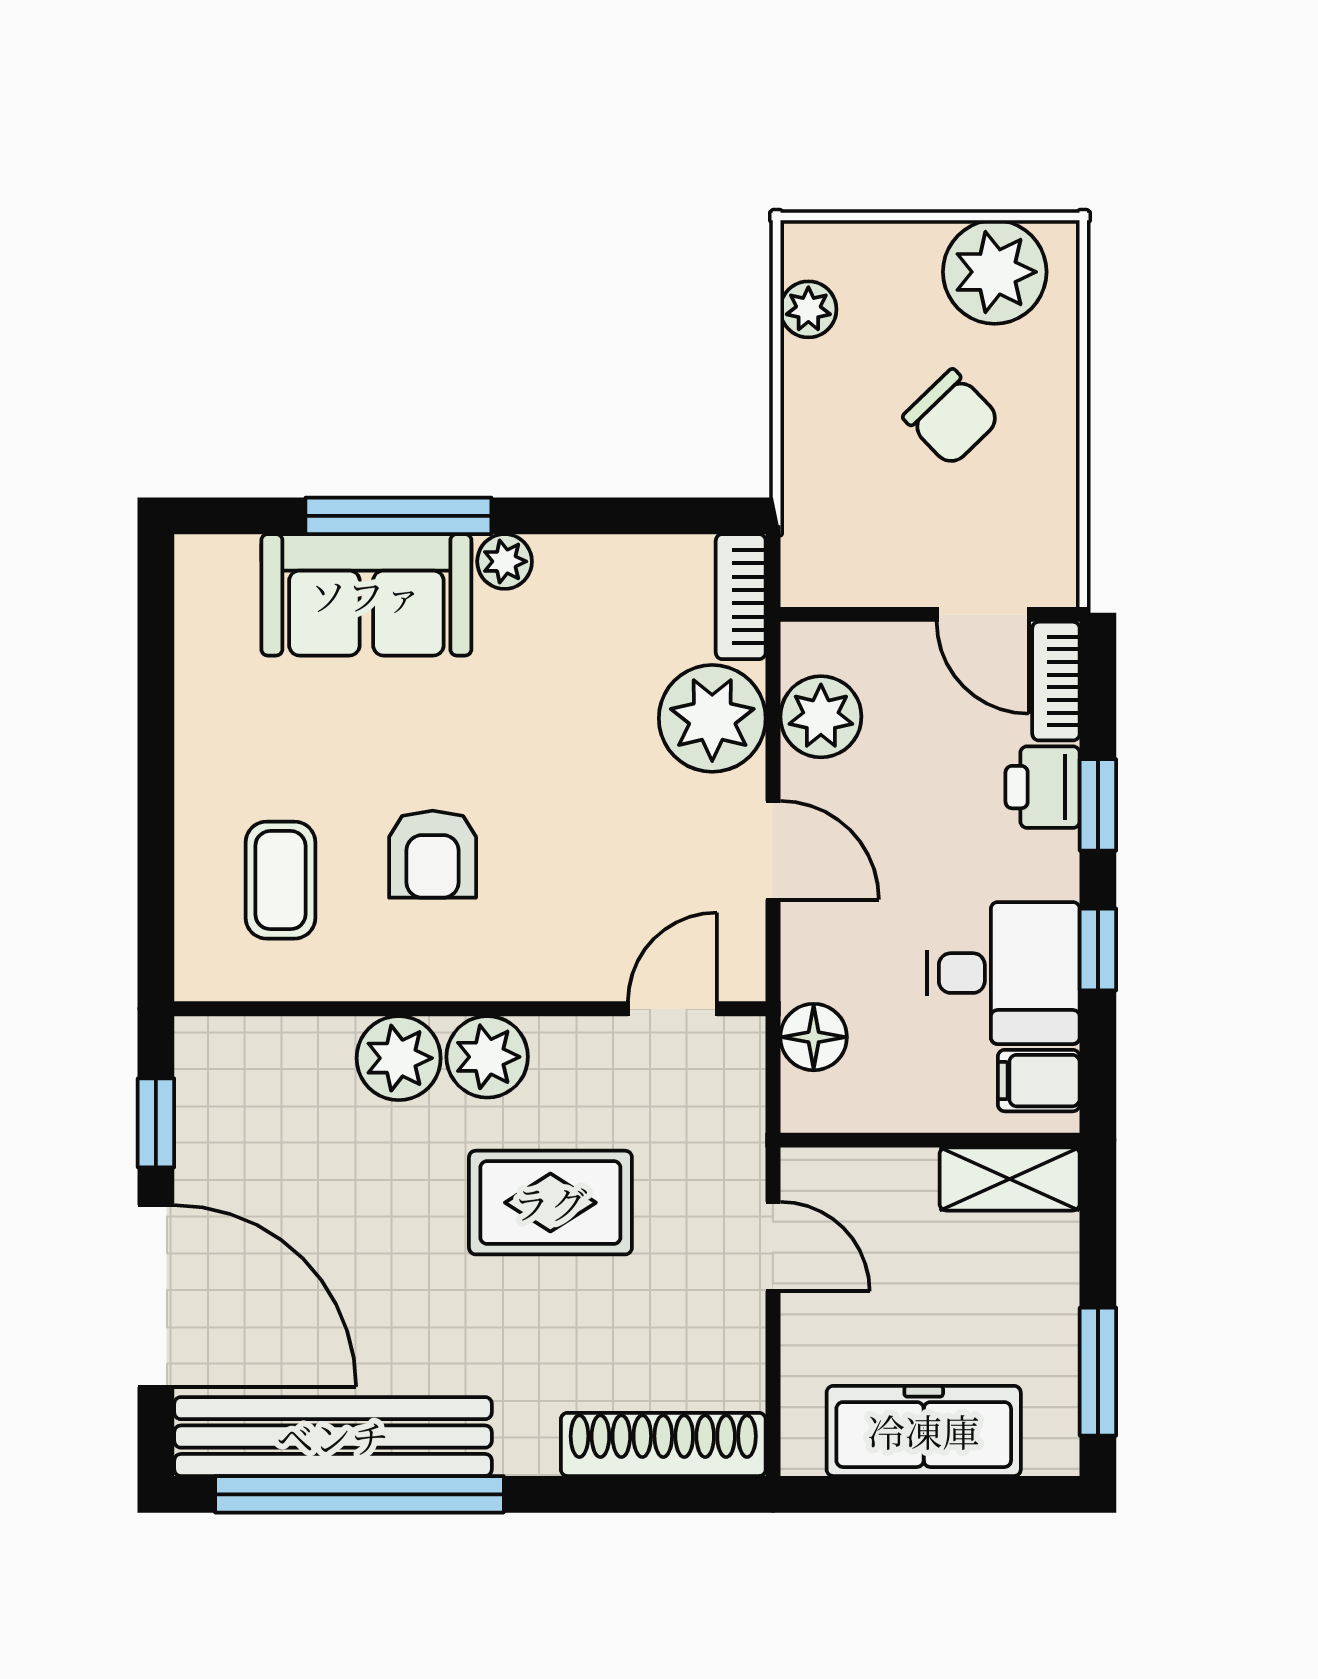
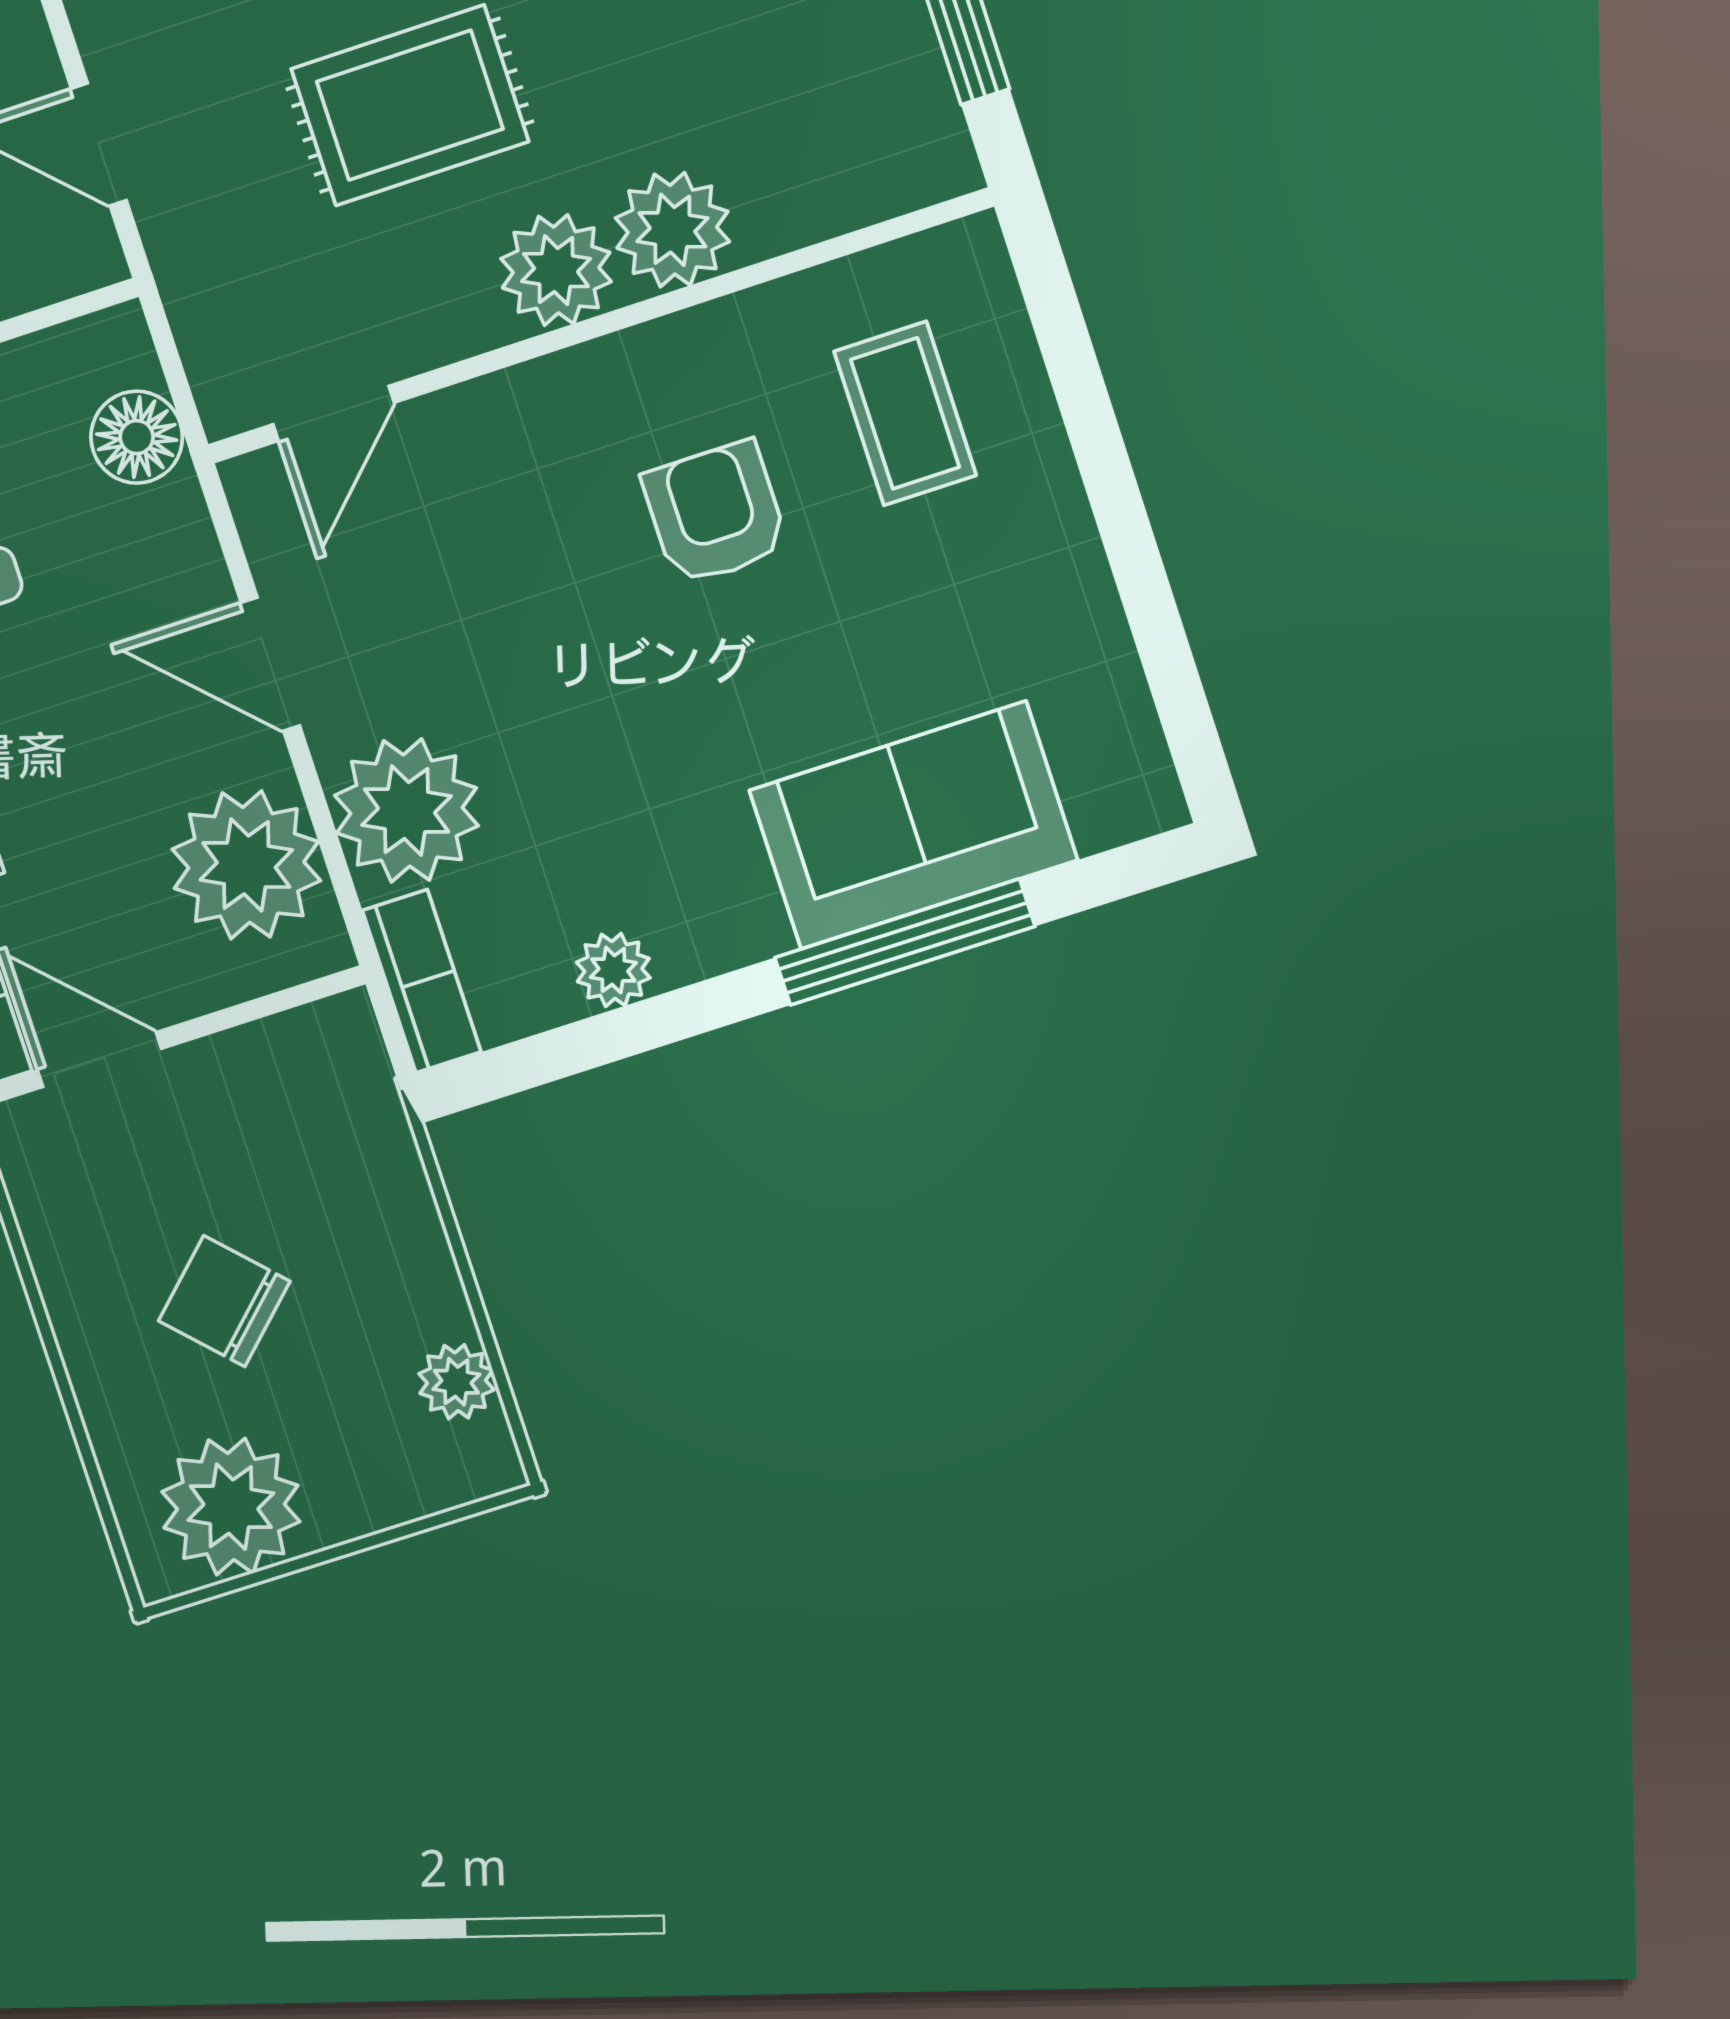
plant: (505, 561) -> (613, 970), moved
plant: (821, 717) -> (246, 865), width x1.36, depth x1.36

